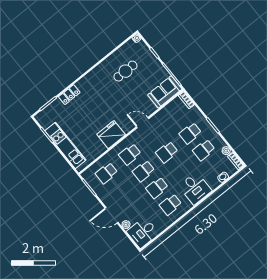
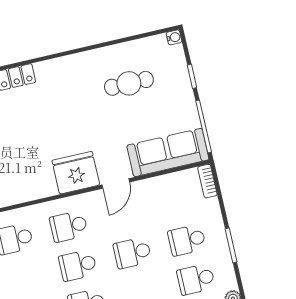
sofa: (165, 92) -> (168, 152), width x1.36
door: (143, 123) -> (116, 183), swing flipped
fridge: (111, 135) -> (76, 173), moved

